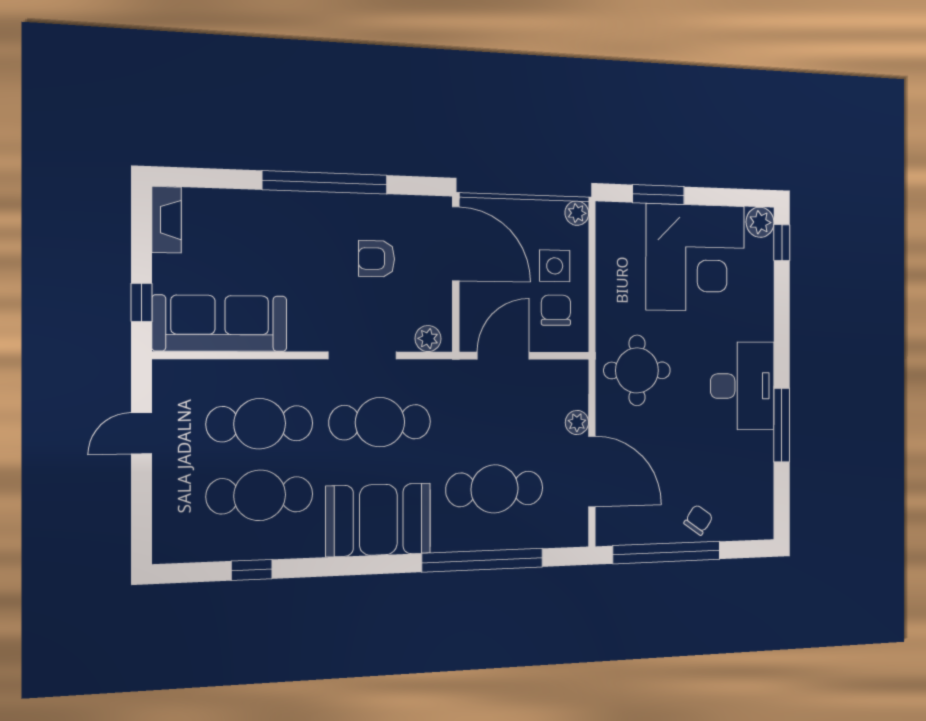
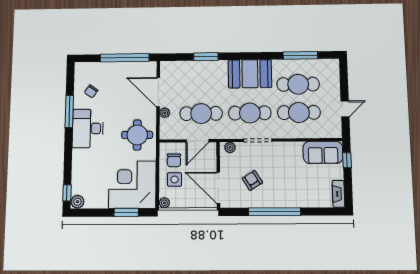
corner desk: (696, 258) -> (132, 185), moved
armchair: (377, 259) -> (252, 180), turned -122
sofa: (220, 323) -> (323, 152), width x0.73
cafe table: (495, 489) -> (201, 114), moved
chair: (698, 520) -> (91, 91), moved
window: (483, 560) -> (206, 57), width x0.47
window: (252, 570) -> (300, 55), width x2.17

